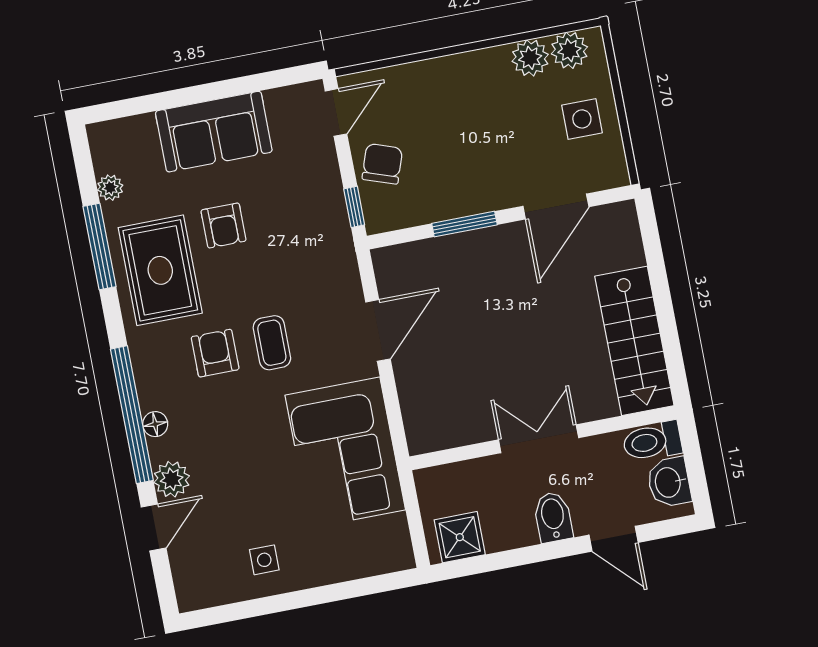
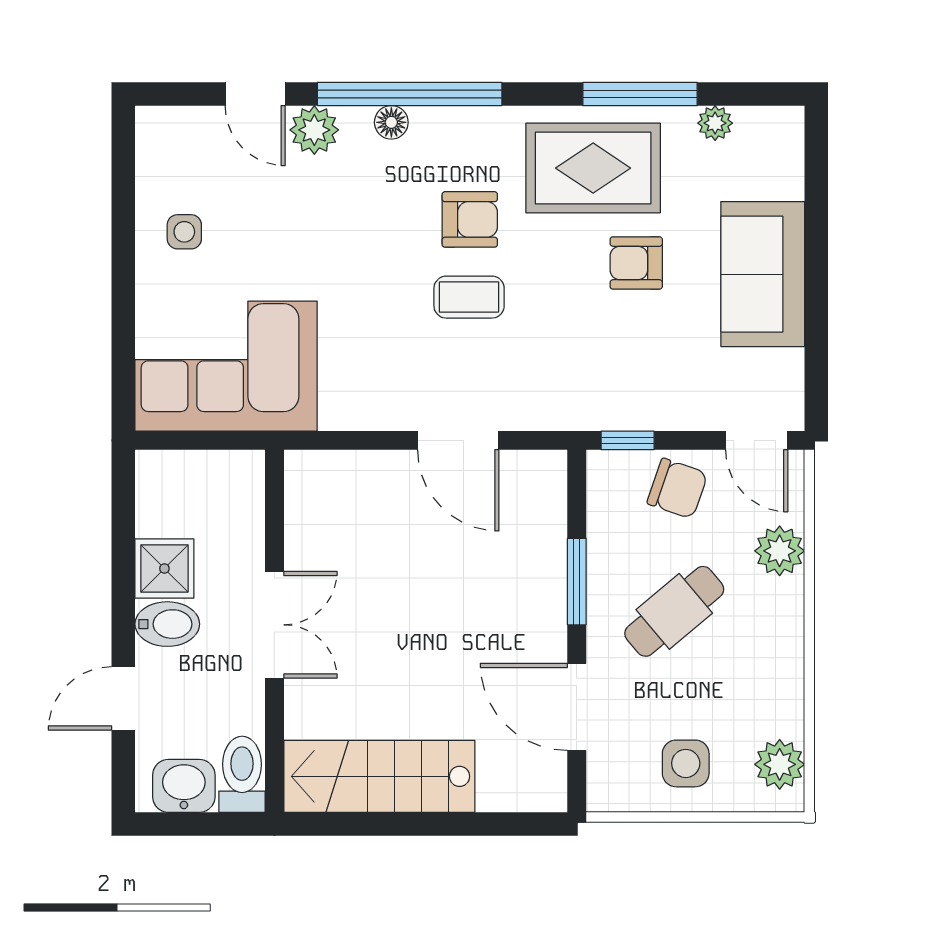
plant: (530, 58) -> (780, 551), moved
cafe table: (473, 149) -> (674, 611), added
corner sofa: (345, 452) -> (226, 366), moved
shower: (460, 537) -> (164, 568), moved

